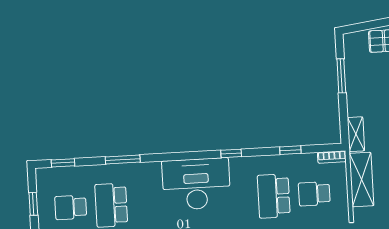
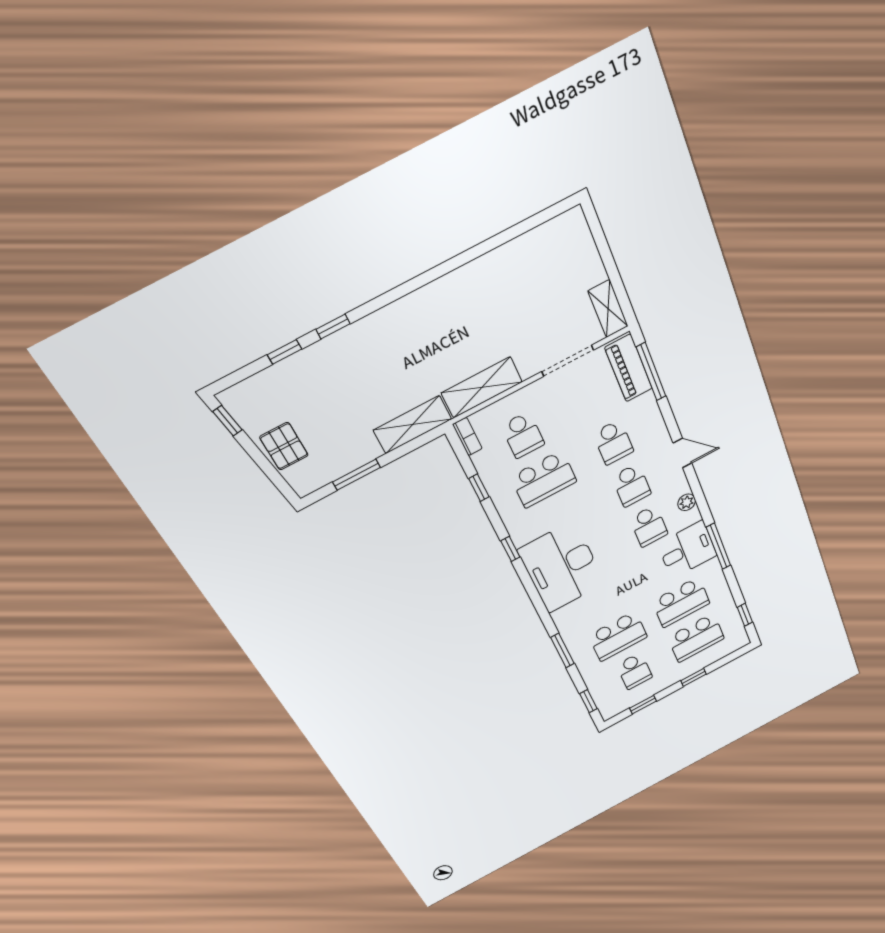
shelving: (356, 134) -> (413, 425), width x1.50, depth x1.33

